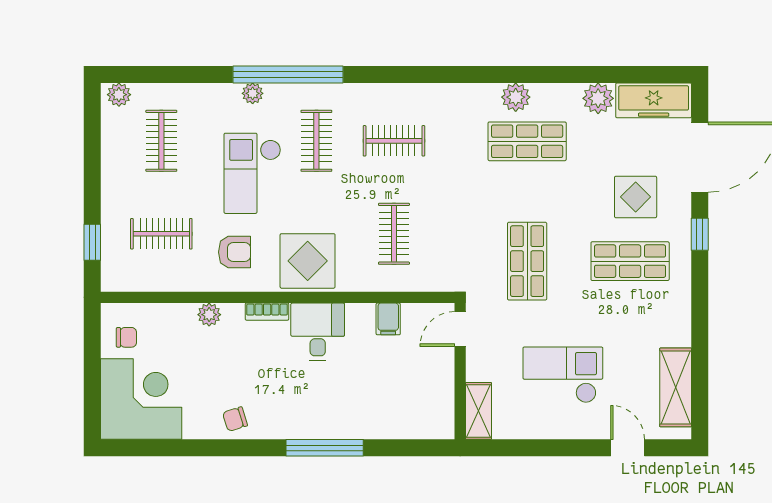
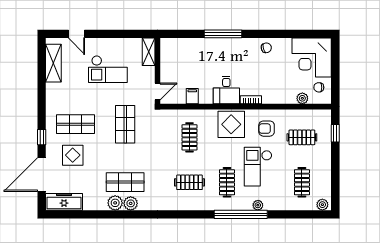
plant: (598, 98) -> (115, 203), moved
checkout: (252, 173) -> (258, 167), turned 180
plant: (209, 315) -> (302, 98), moved

